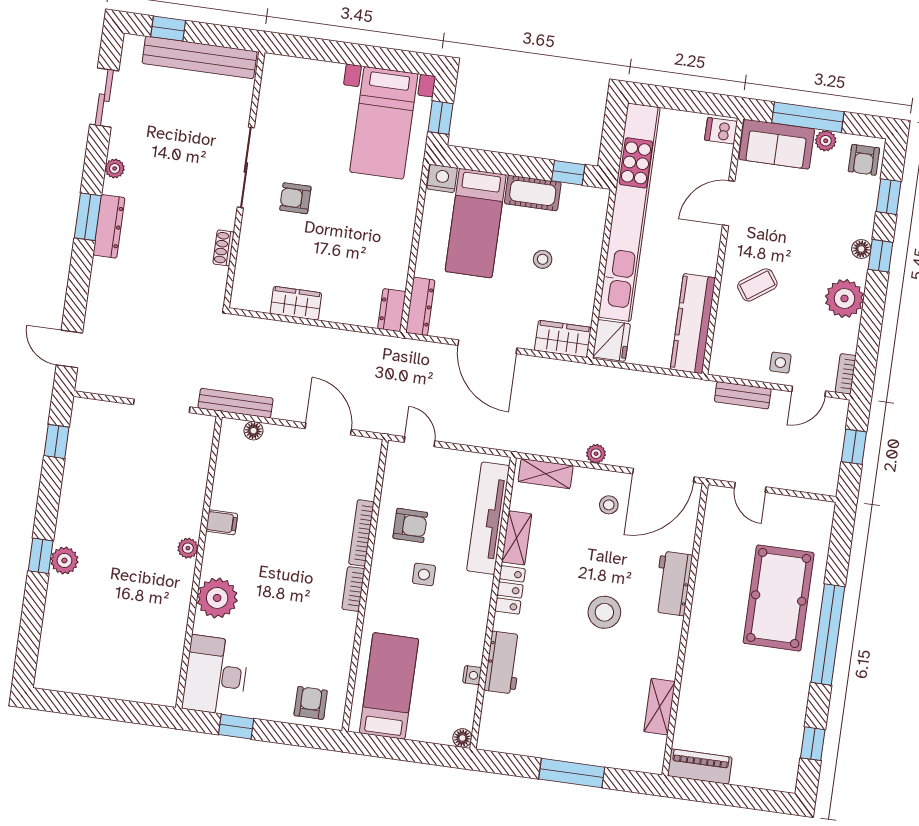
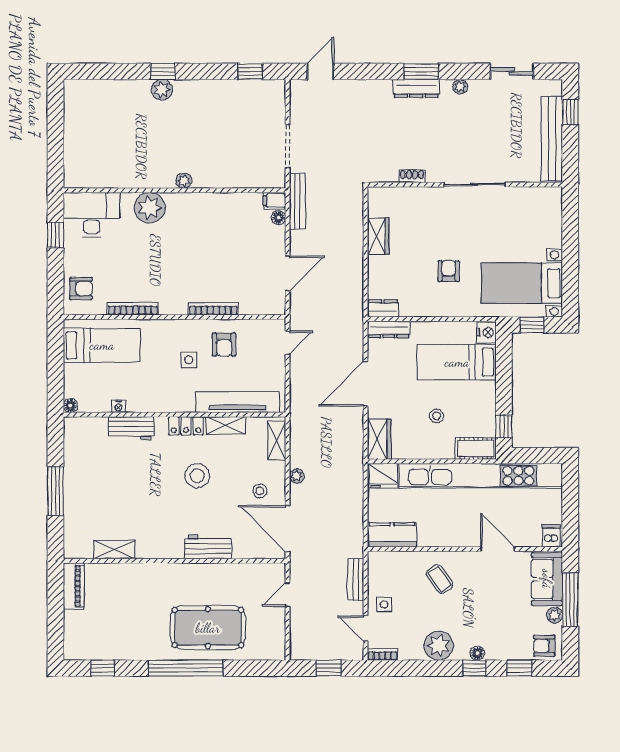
cot: (533, 193) -> (476, 448), moved, turned 90
armchair: (295, 198) -> (449, 271), moved
kitchen counter: (693, 324) -> (392, 535), width x0.67
filing cabinet: (222, 522) -> (275, 201), moved, turned 90
bookcase: (353, 589) -> (133, 309), moved, width x1.56
stool: (604, 612) -> (197, 476), moved

